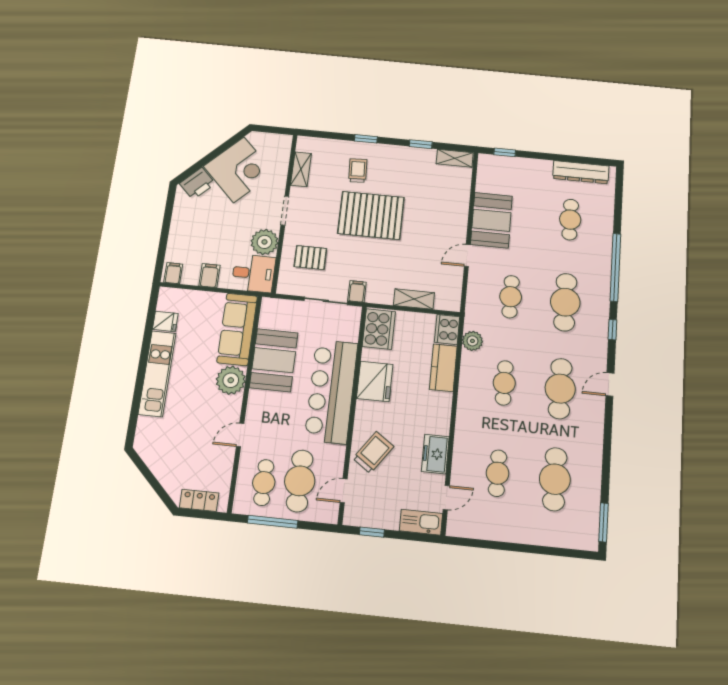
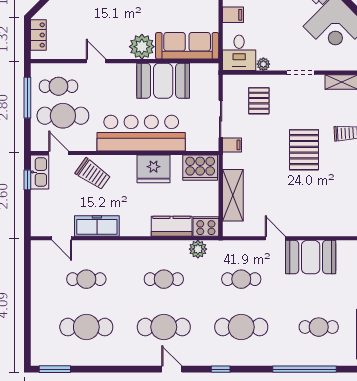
pallet: (371, 215) -> (304, 150), width x0.73, depth x0.71
plant: (264, 242) -> (263, 64), width x0.53, depth x0.53
window: (615, 267) -> (304, 369), moved
shelving: (414, 299) -> (233, 195), width x1.50, depth x1.33
freezer: (435, 454) -> (97, 226), width x1.40
kitchen sink: (421, 522) -> (40, 172), moved

